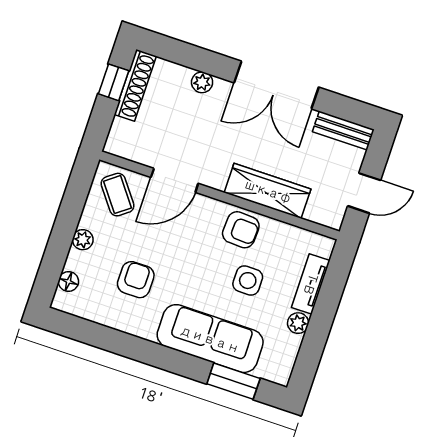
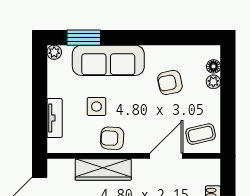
coffee table: (118, 195) -> (201, 134), turned -66
plant: (83, 240) -> (213, 82), moved
armchair: (136, 280) -> (170, 82), turned 78
plant: (298, 323) -> (54, 52), moved

